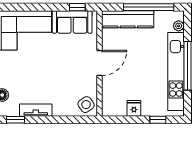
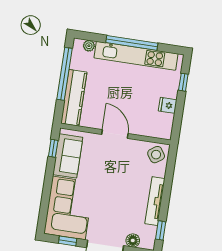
tv unit: (36, 110) -> (155, 201), width x1.41

